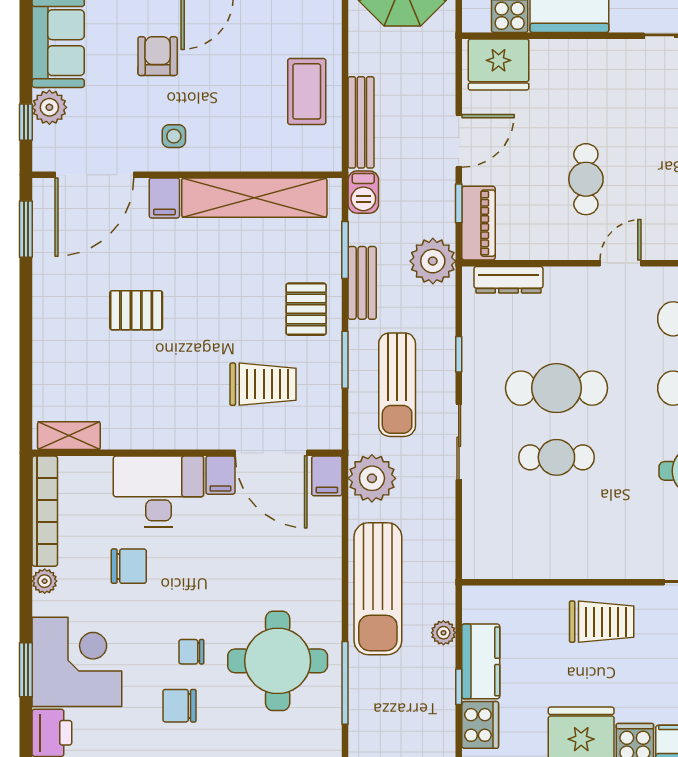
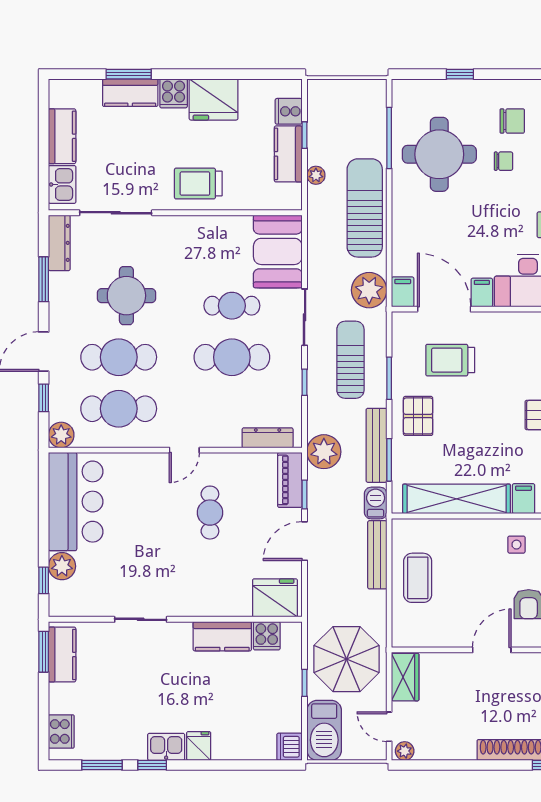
bench: (362, 283) -> (376, 445), width x1.36
booth: (495, 530) -> (278, 251), added
cooker: (480, 725) -> (289, 111), width x0.73

